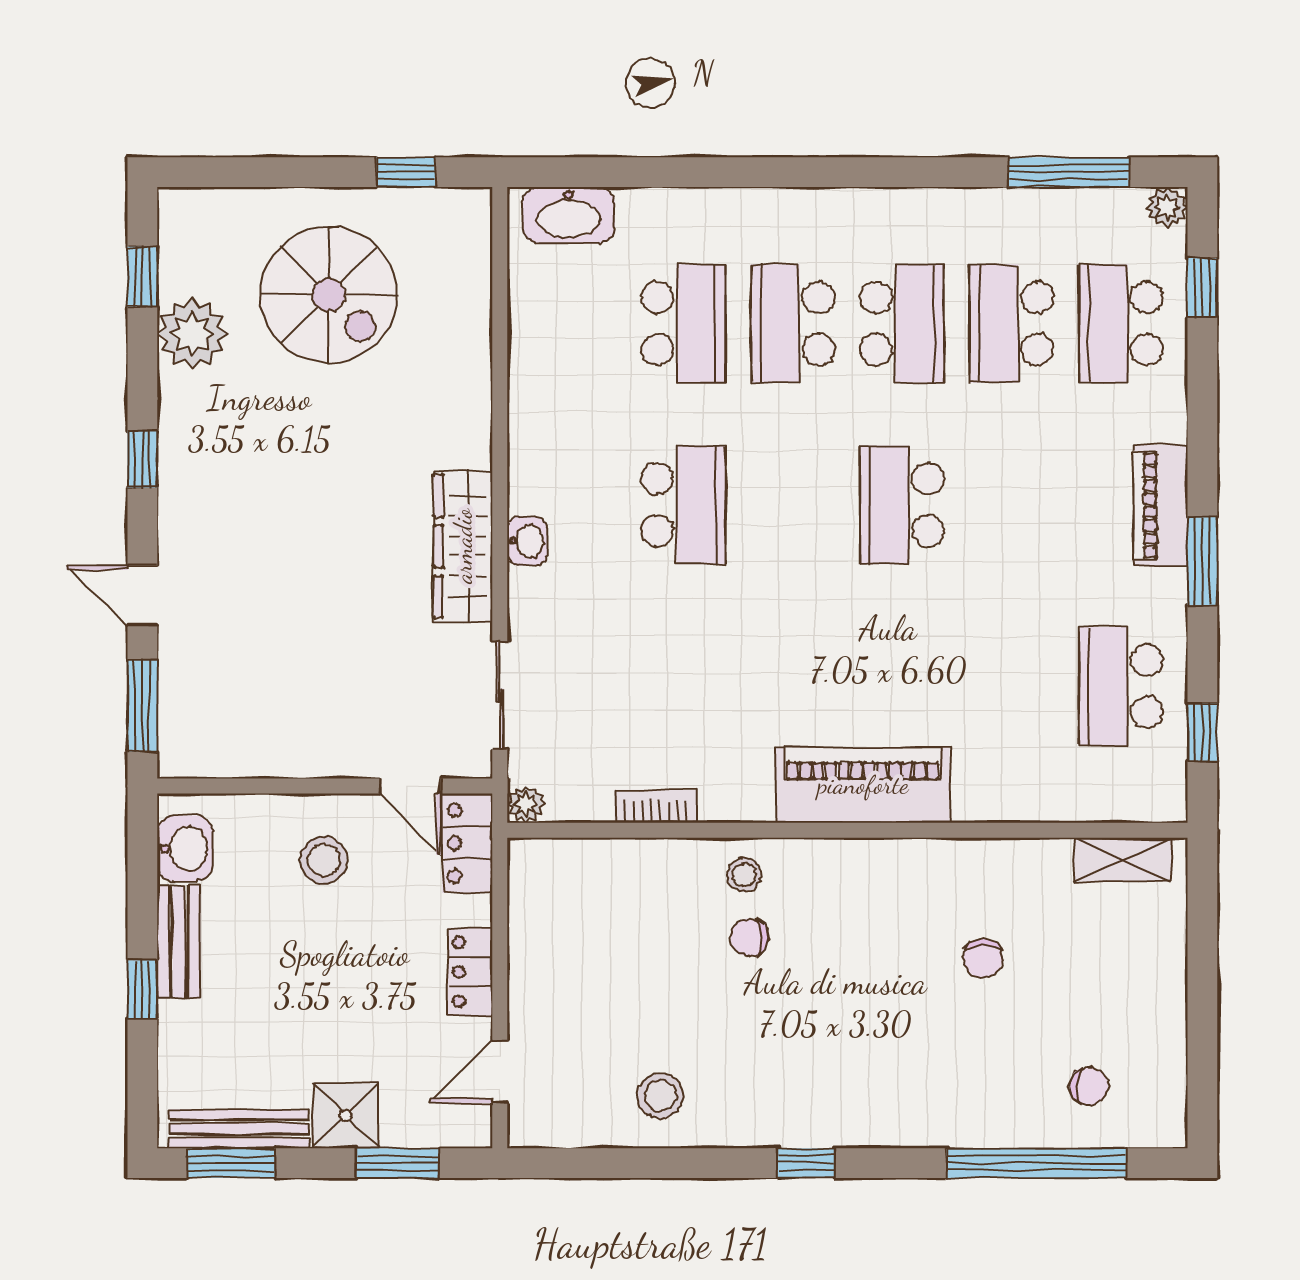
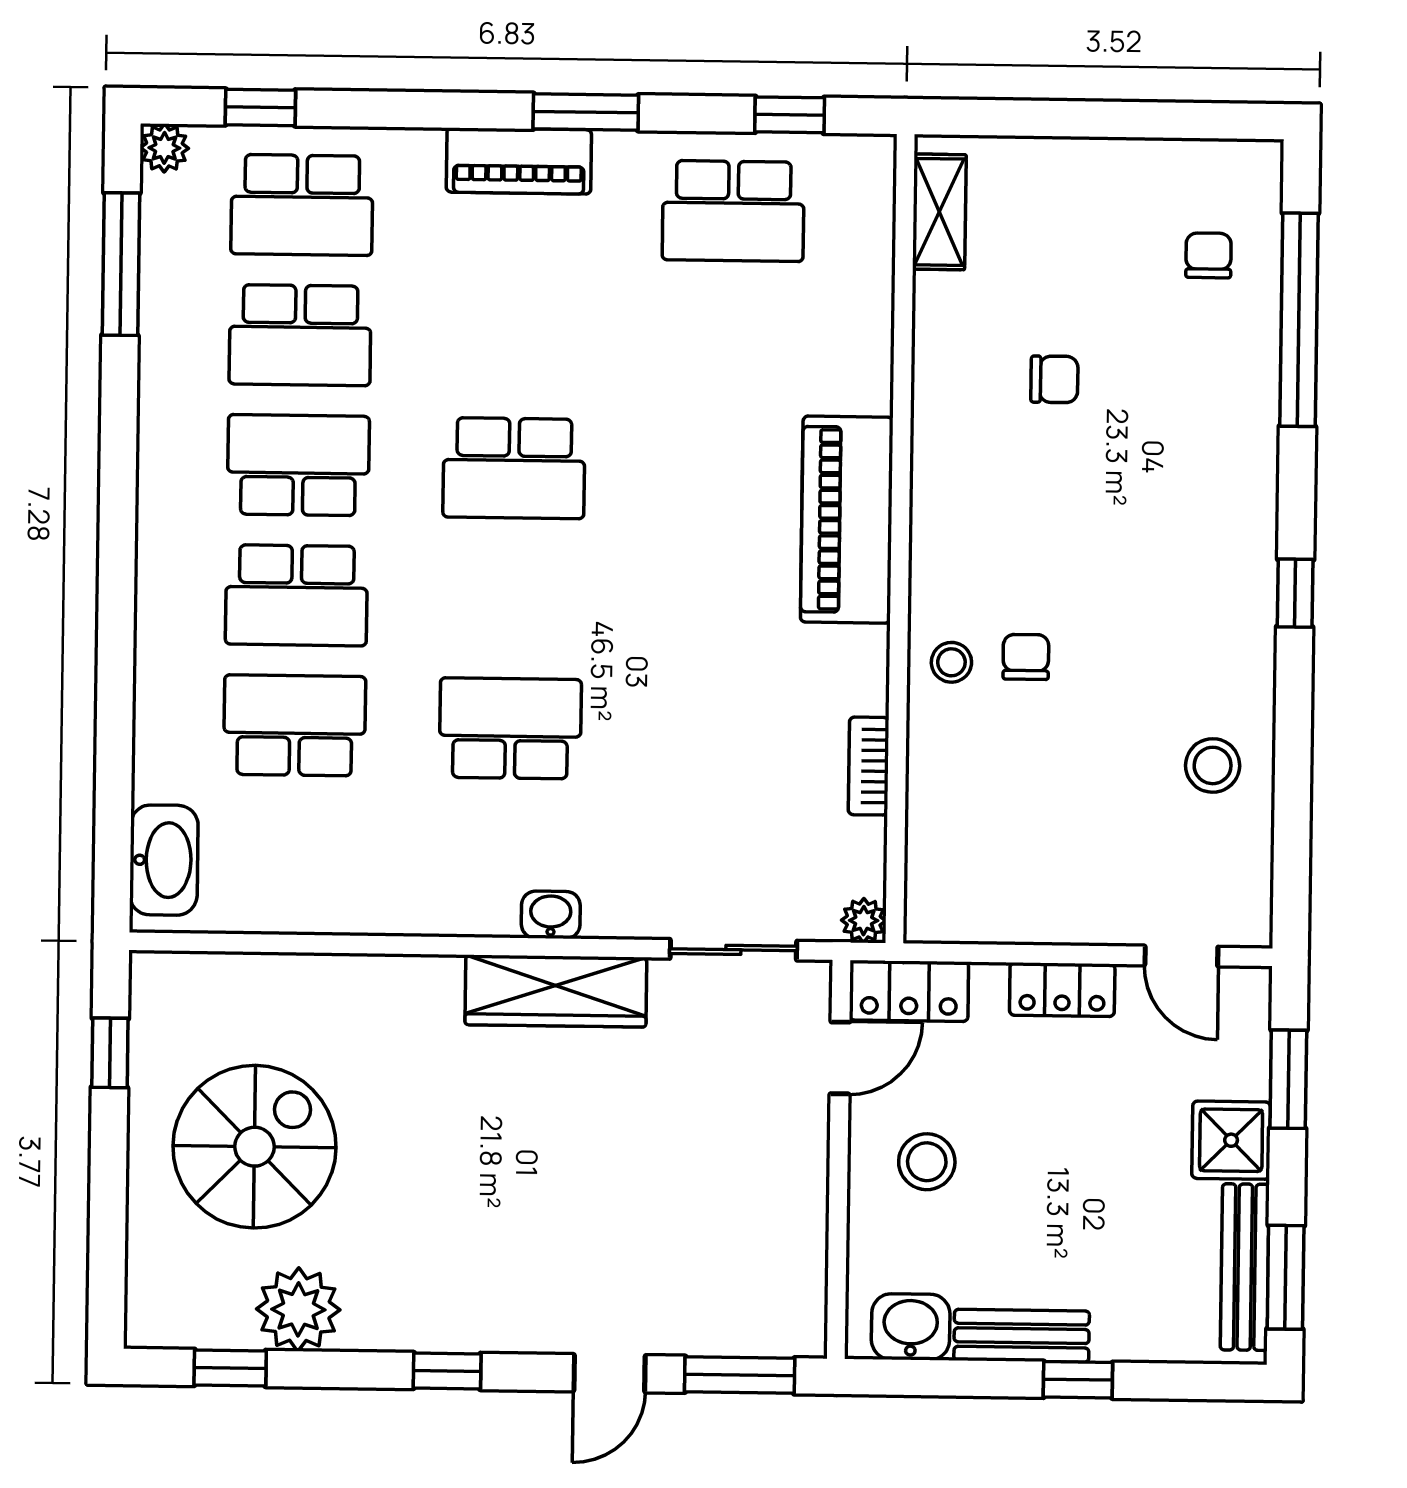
chair: (749, 937) -> (1026, 657), turned 180

